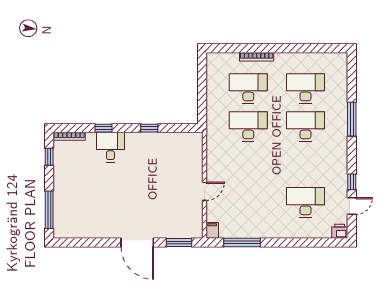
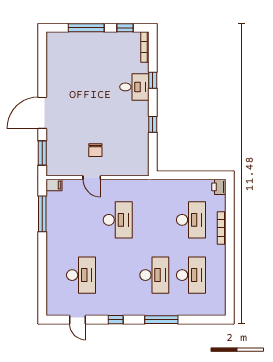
desk: (248, 126) -> (118, 220), moved
window: (352, 182) -> (116, 320), moved
chair: (176, 188) -> (95, 150), added
window: (49, 210) -> (86, 28), moved
printer: (340, 231) -> (219, 187), moved, turned 180

